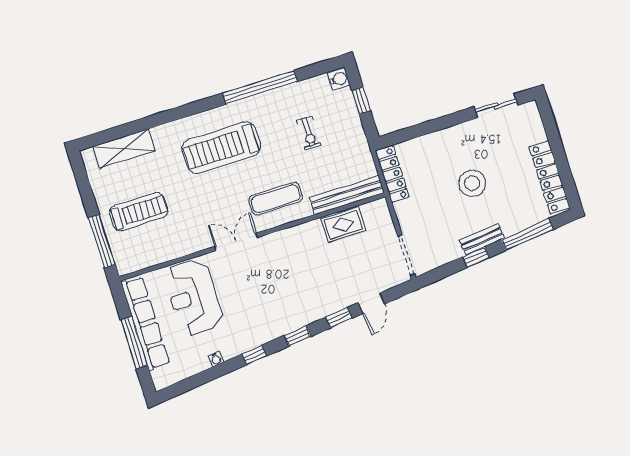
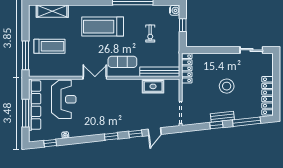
reception desk: (193, 297) -> (64, 99), turned 180
window: (254, 355) -> (50, 143), moved

